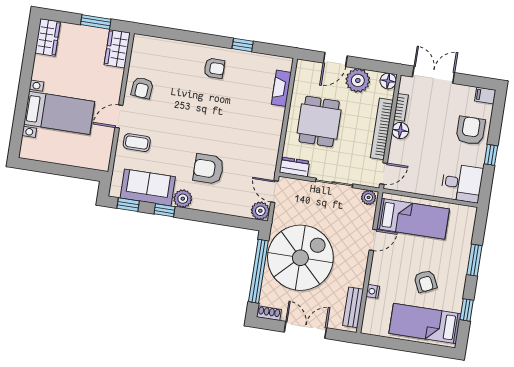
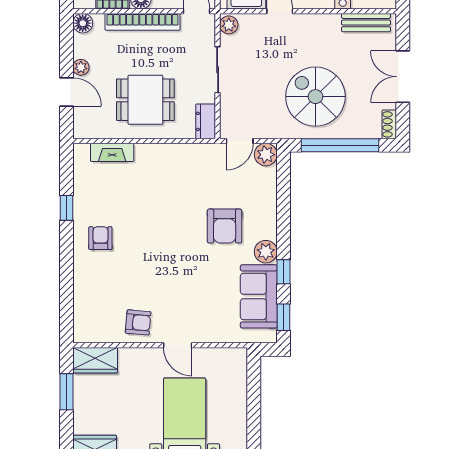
plant: (358, 80) -> (81, 67), width x0.53, depth x0.53
coffee table: (137, 143) -> (206, 319), removed
spiral stairs: (300, 258) -> (315, 97), width x0.73, depth x0.73

